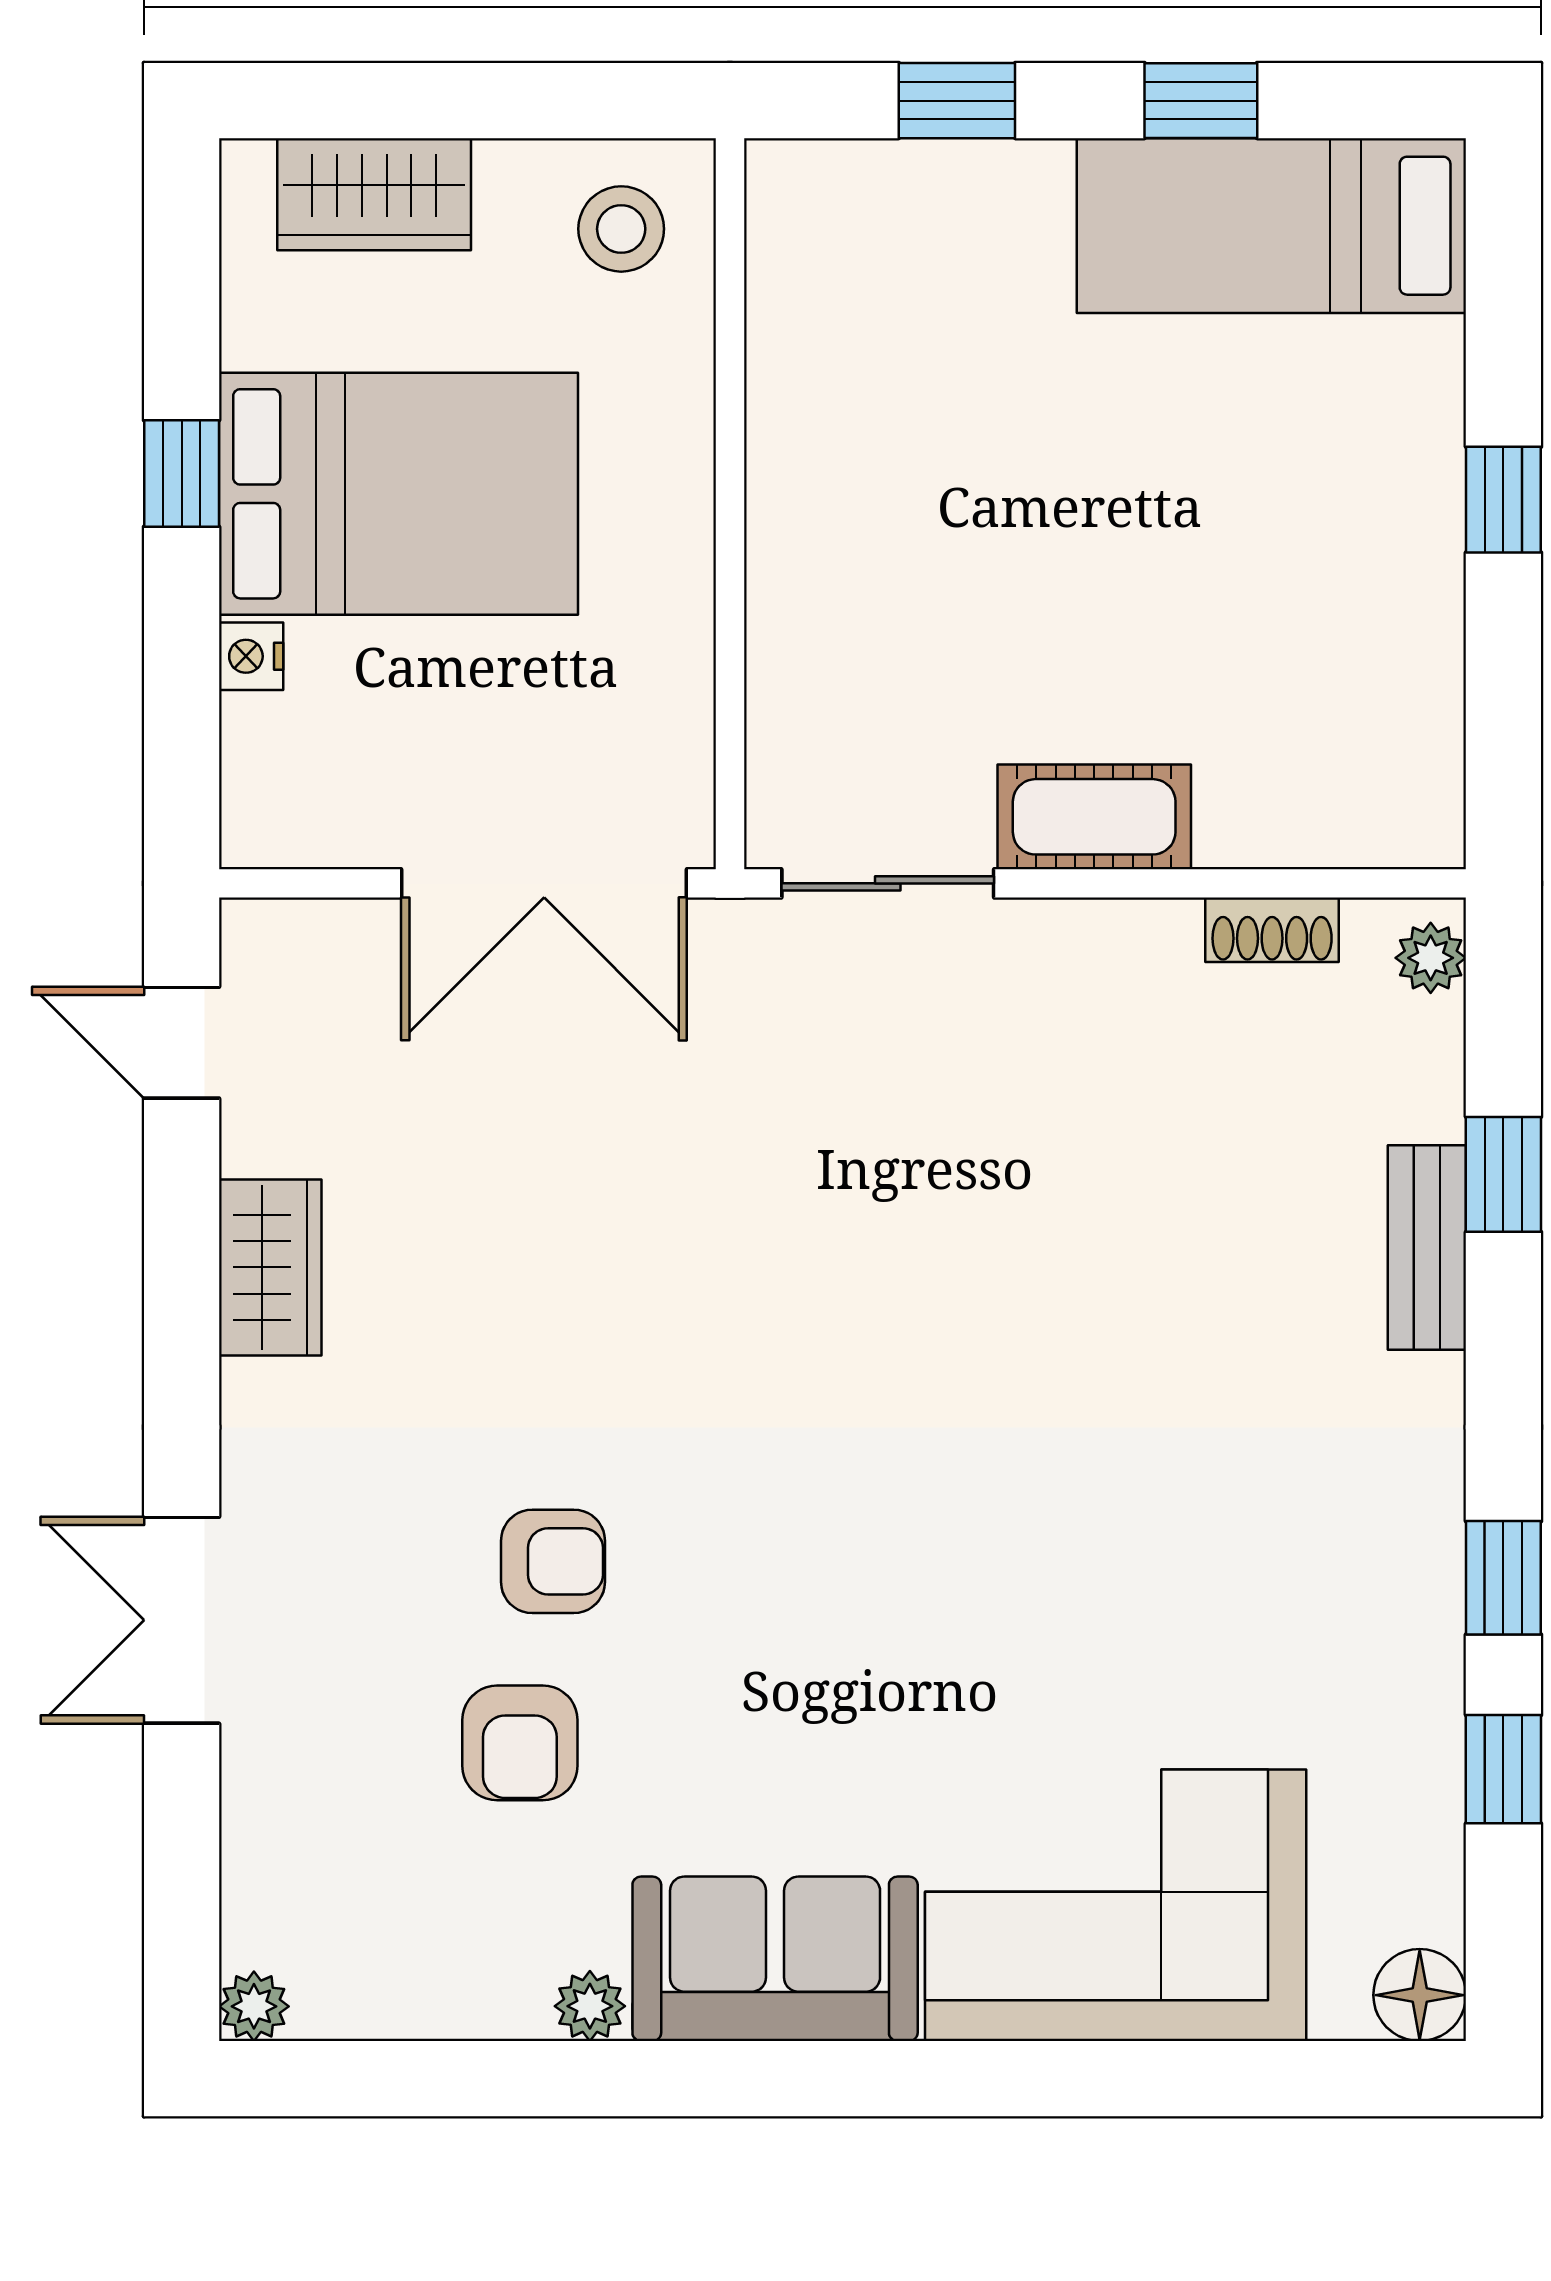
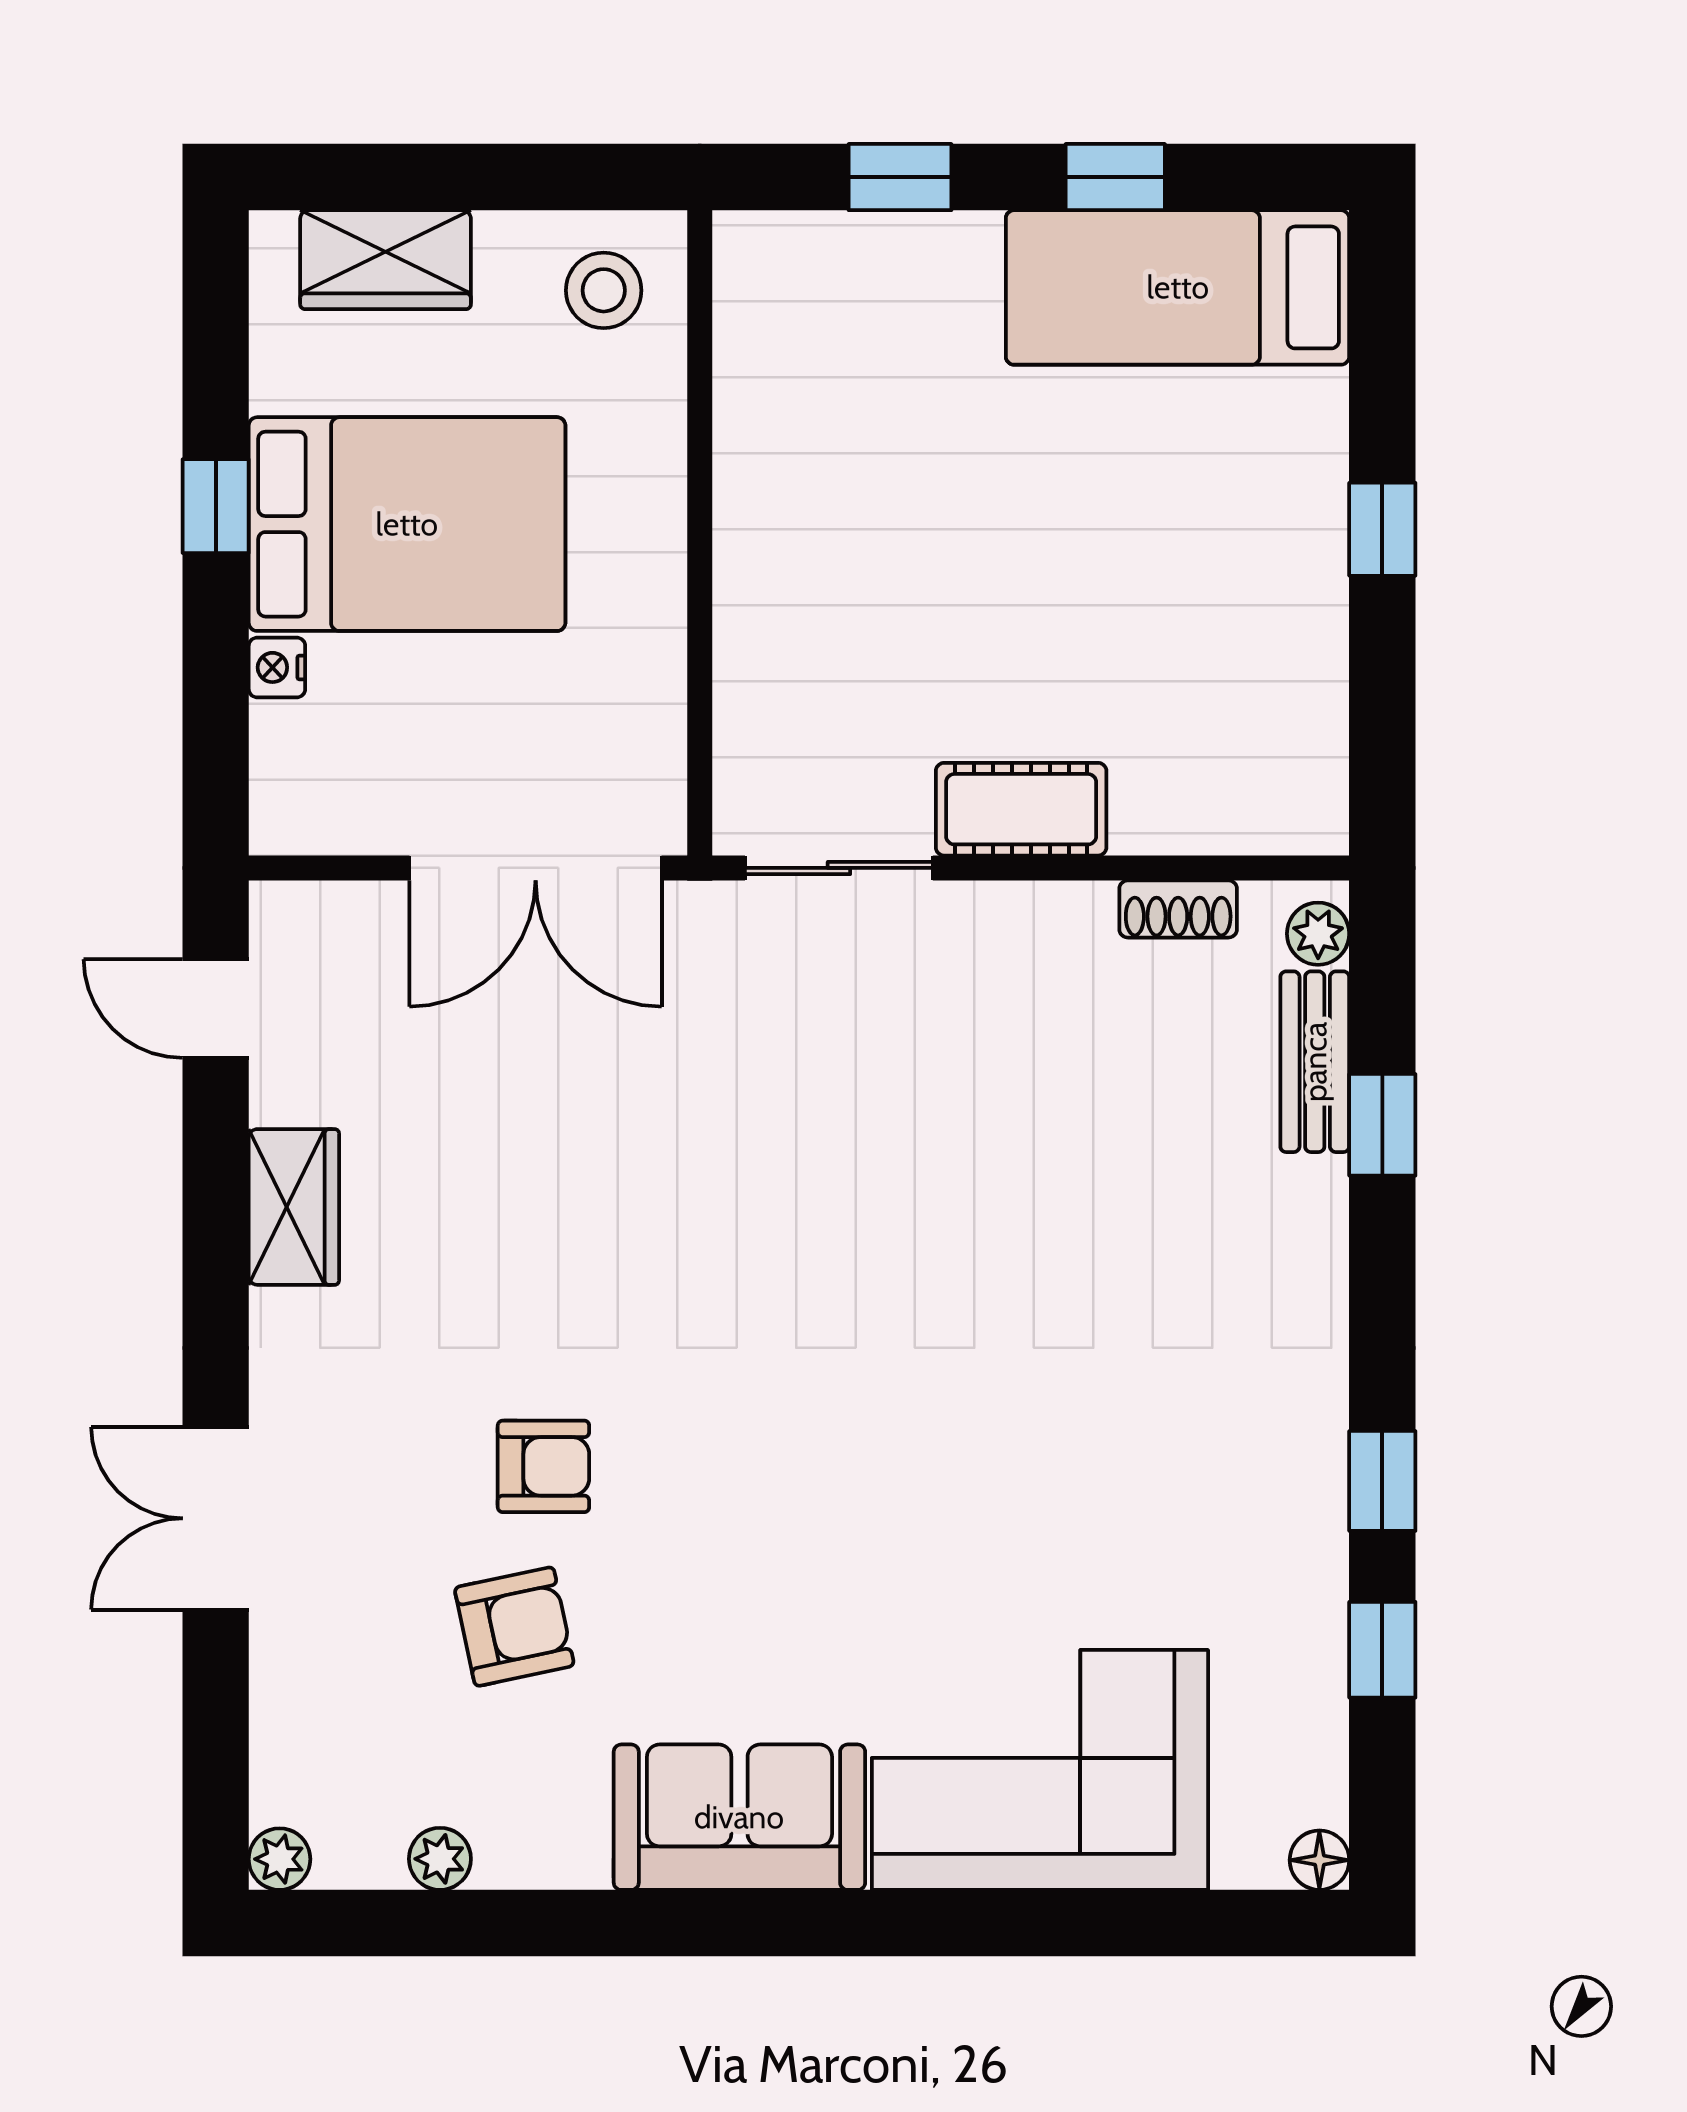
bench: (1427, 1248) -> (1315, 1062), moved
armchair: (520, 1743) -> (514, 1627), turned -102
floor lamp: (1420, 1995) -> (1319, 1860), width x0.73, depth x0.73
plant: (590, 2006) -> (440, 1859), moved

